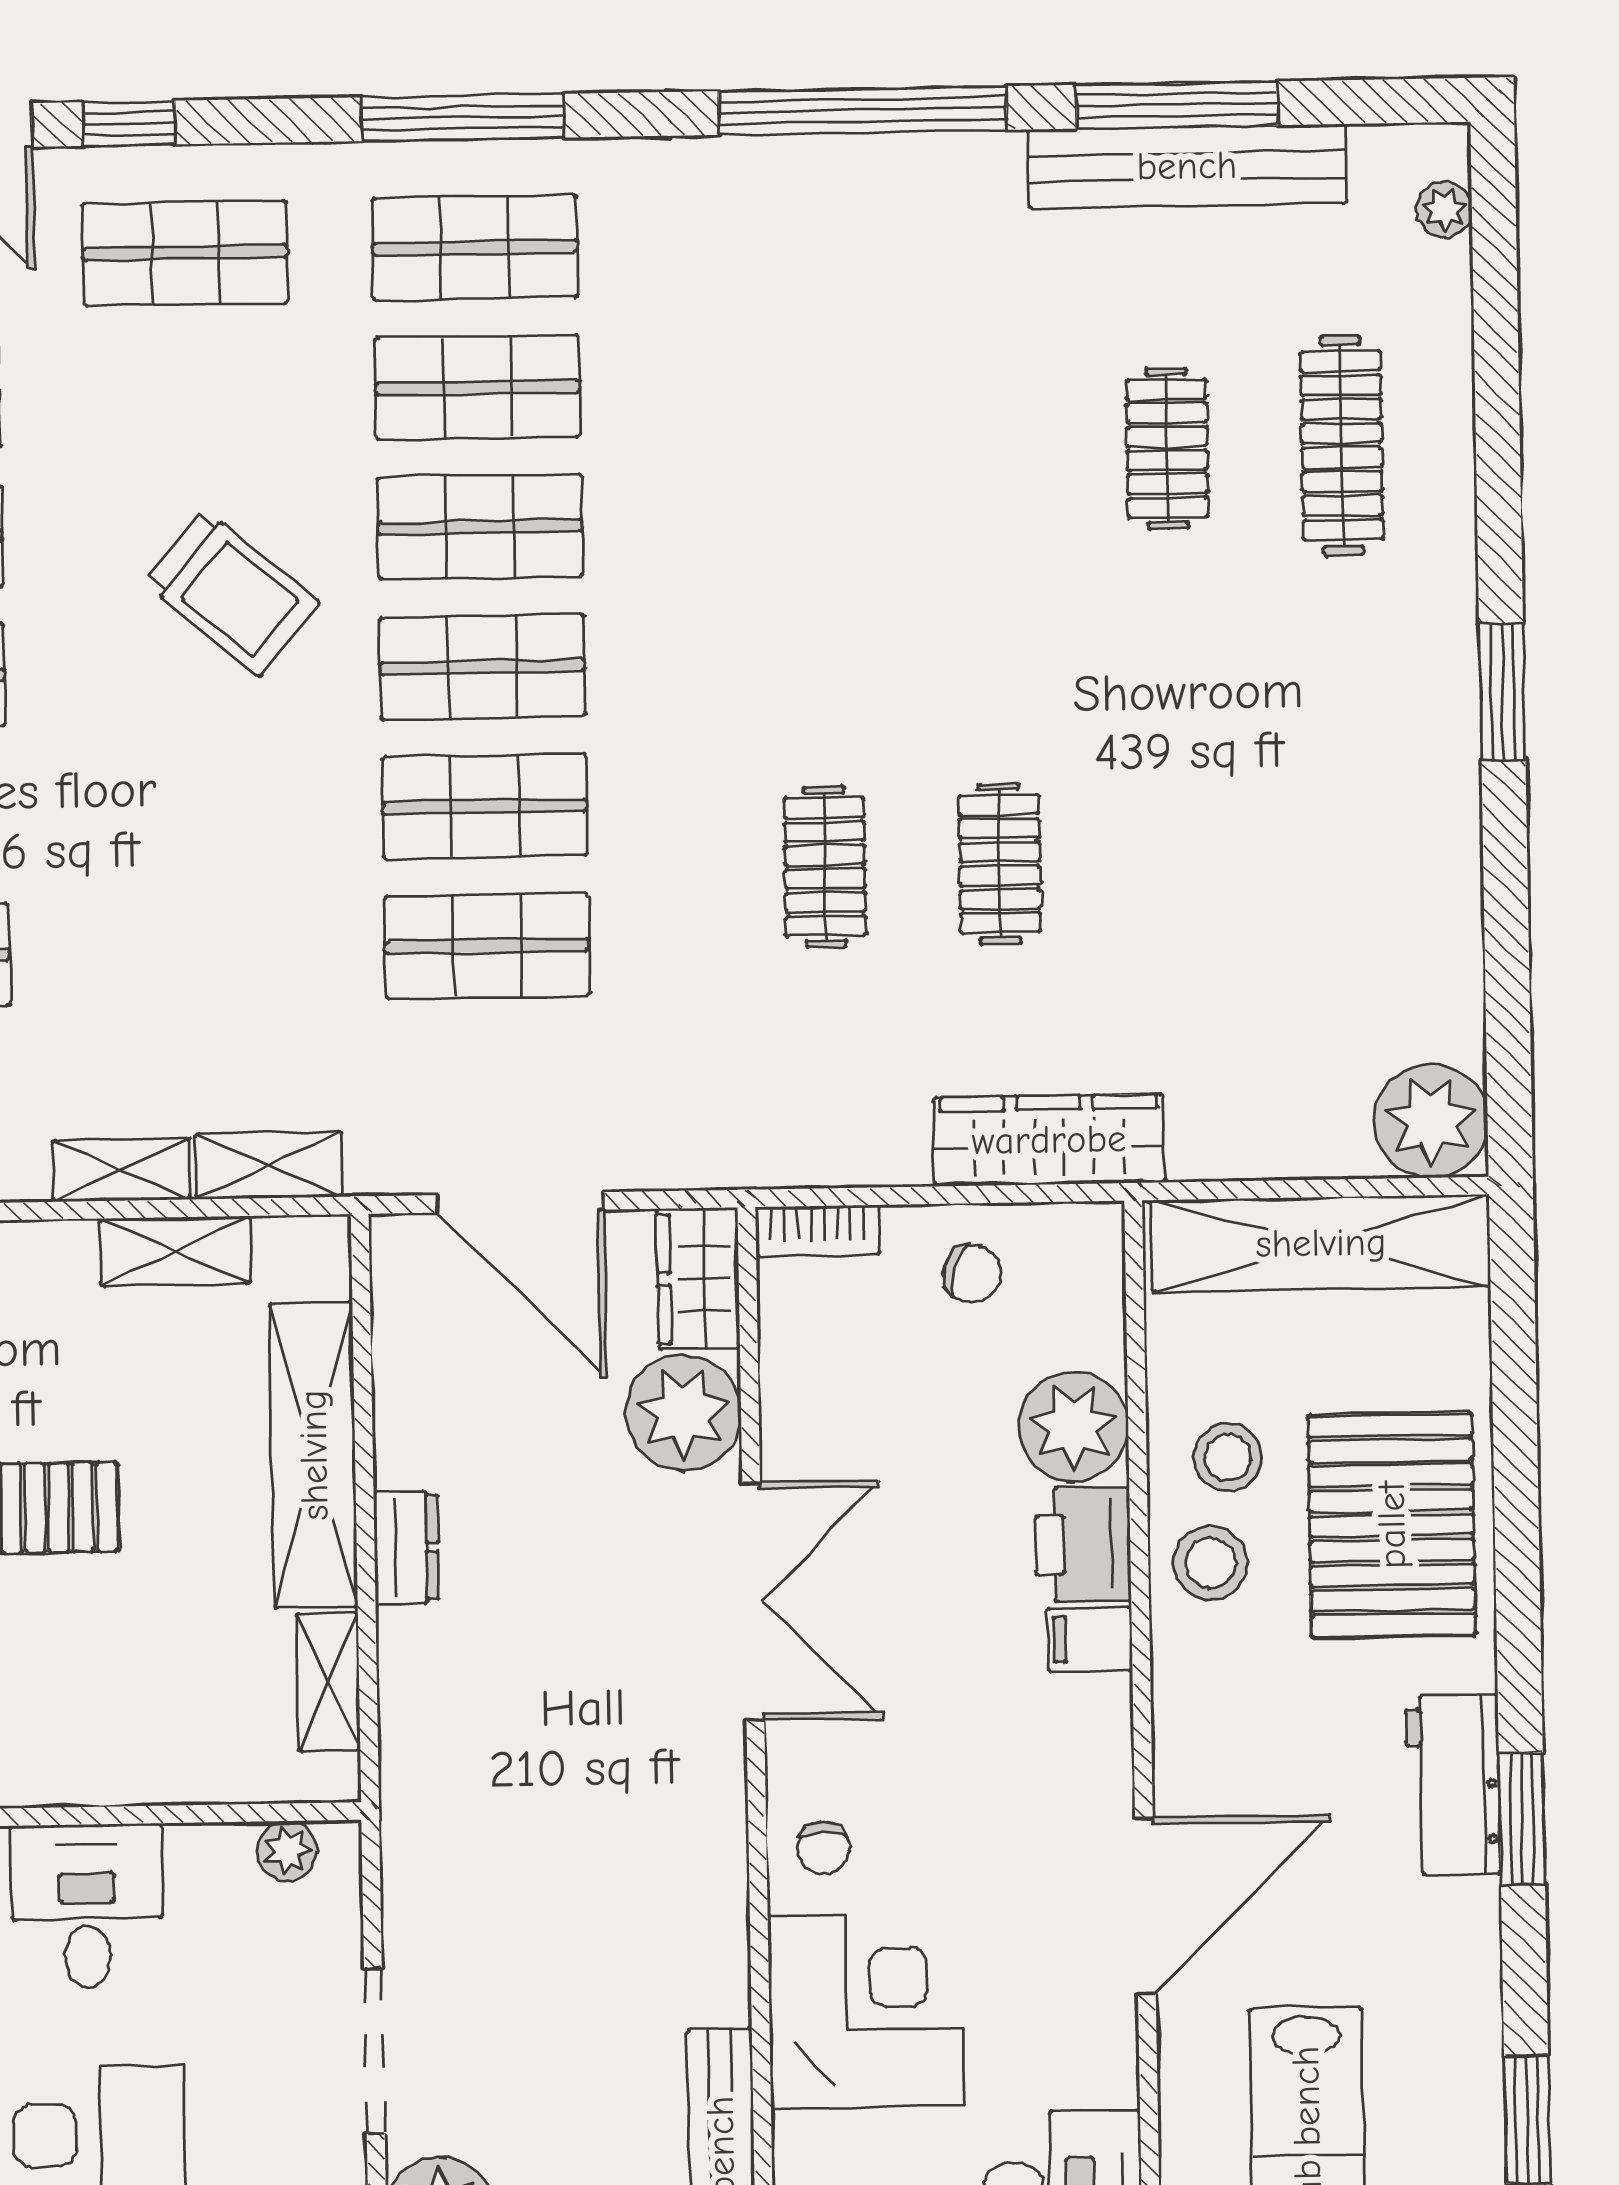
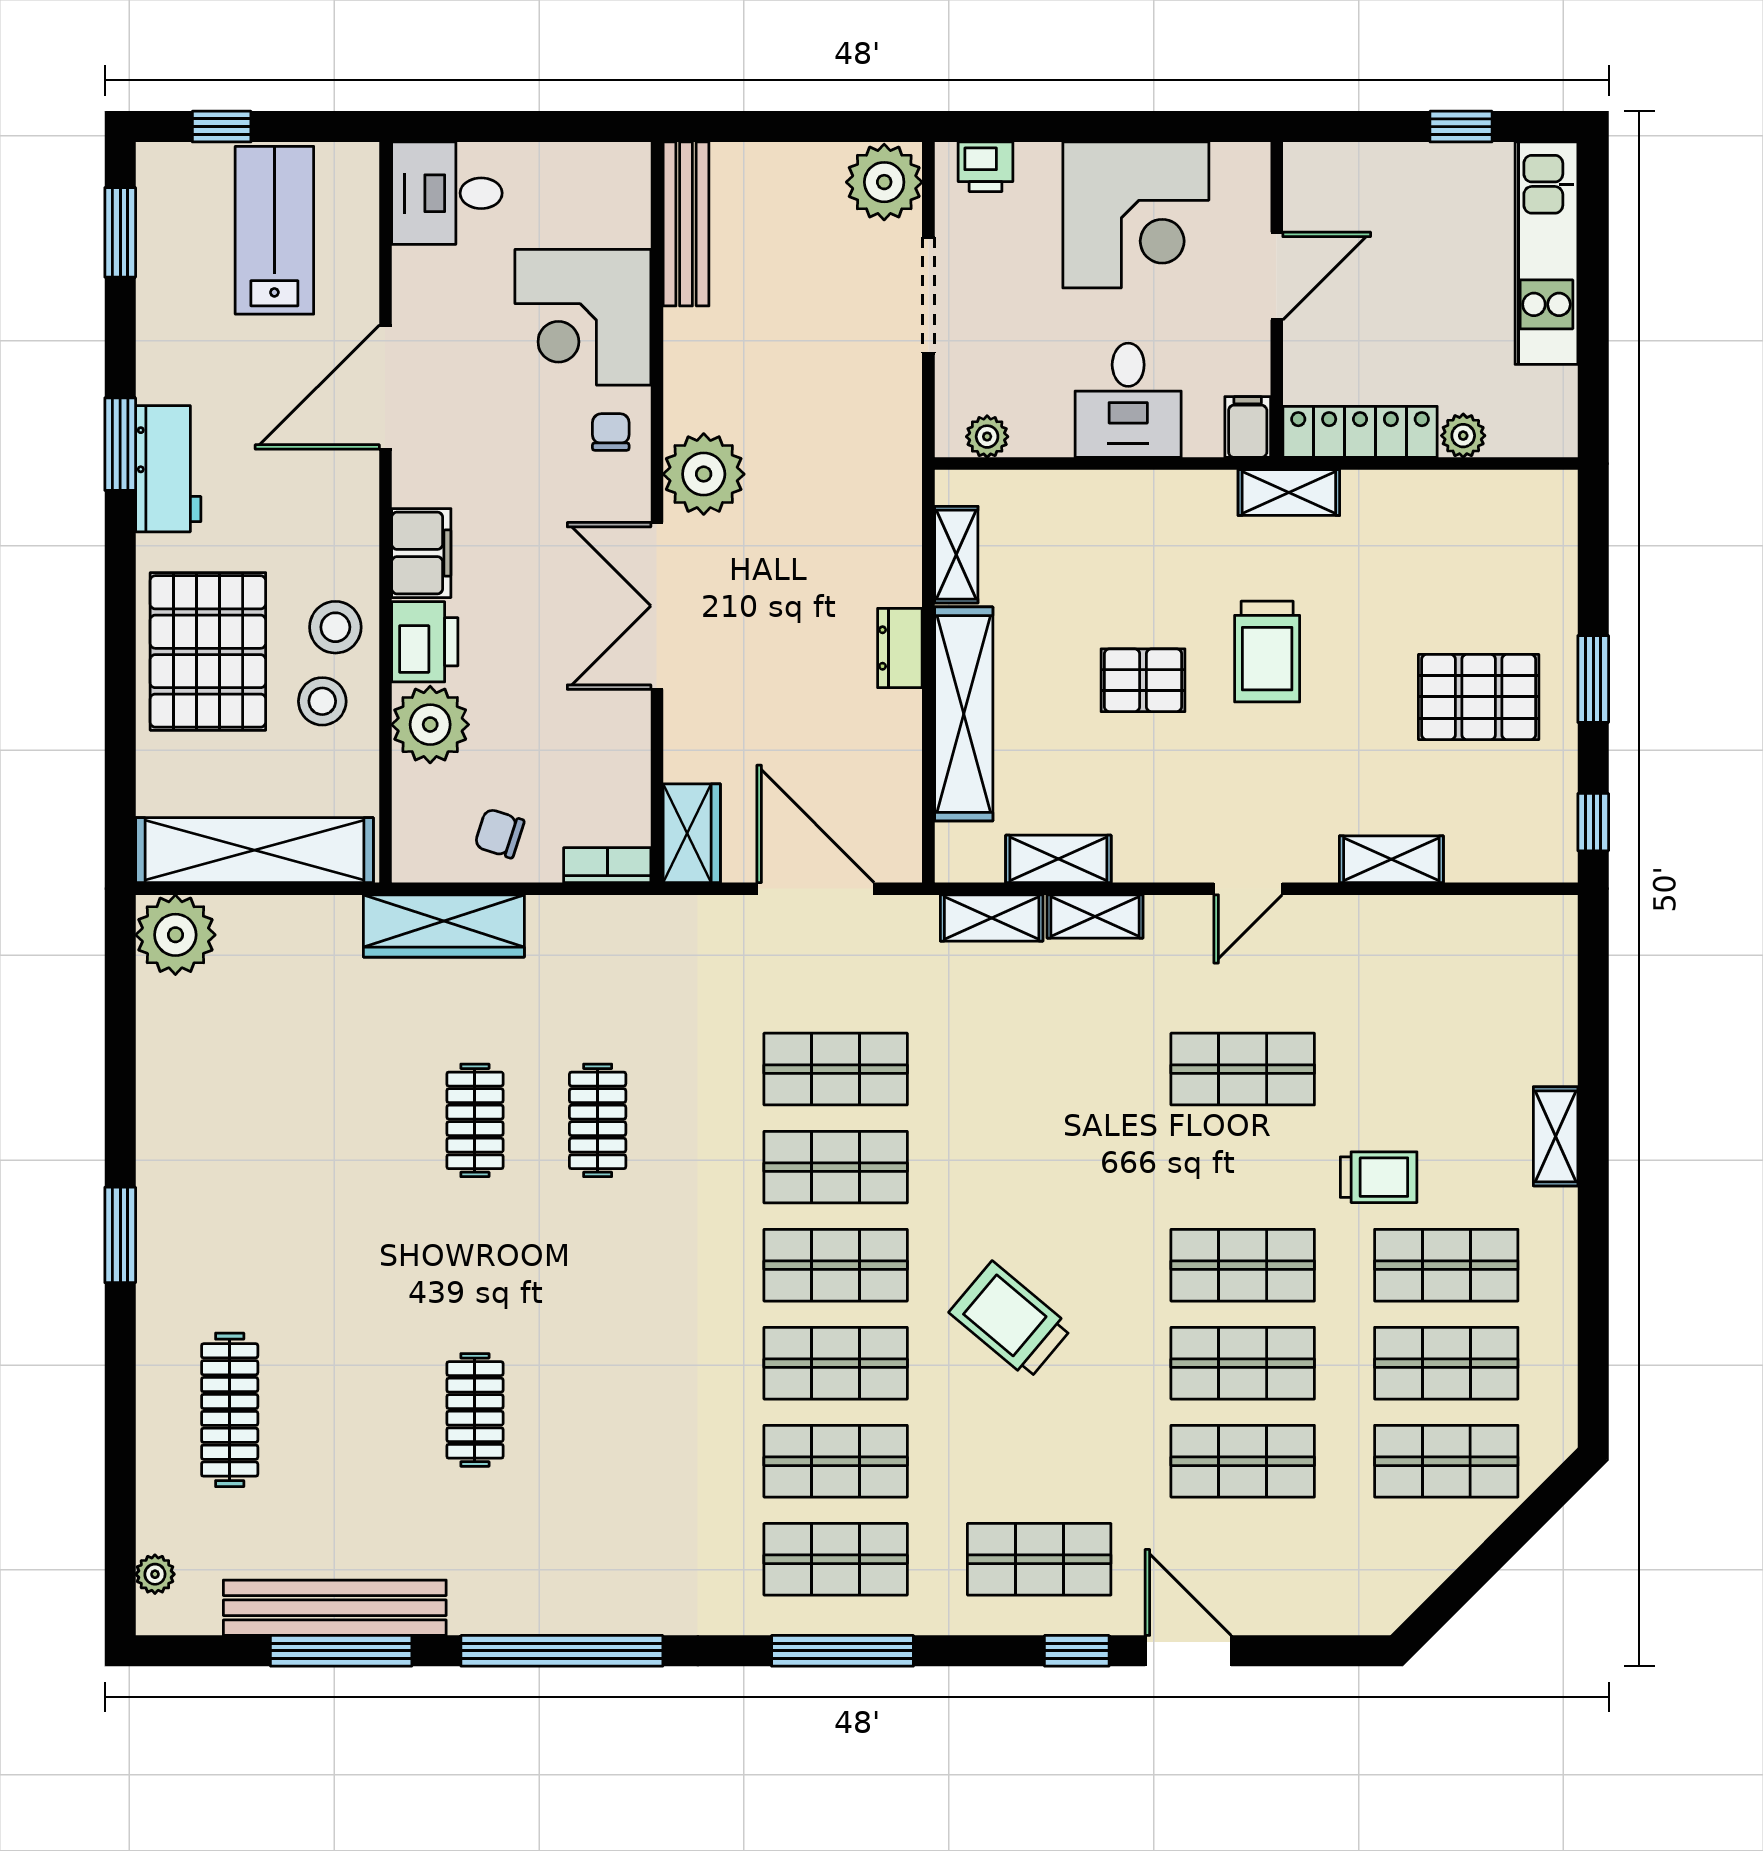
clothes rail: (1167, 448) -> (475, 1410), moved
plant: (683, 1413) -> (704, 474), moved
filing cabinet: (1090, 1639) -> (421, 553), width x2.00

